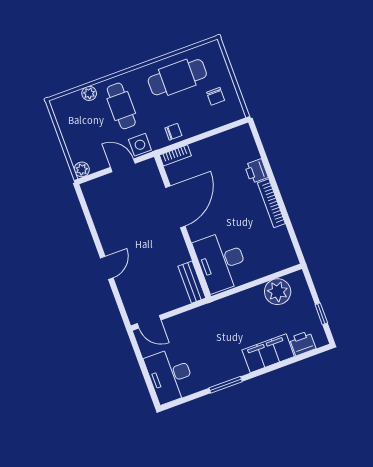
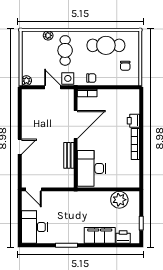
bench: (192, 282) -> (69, 155), moved

